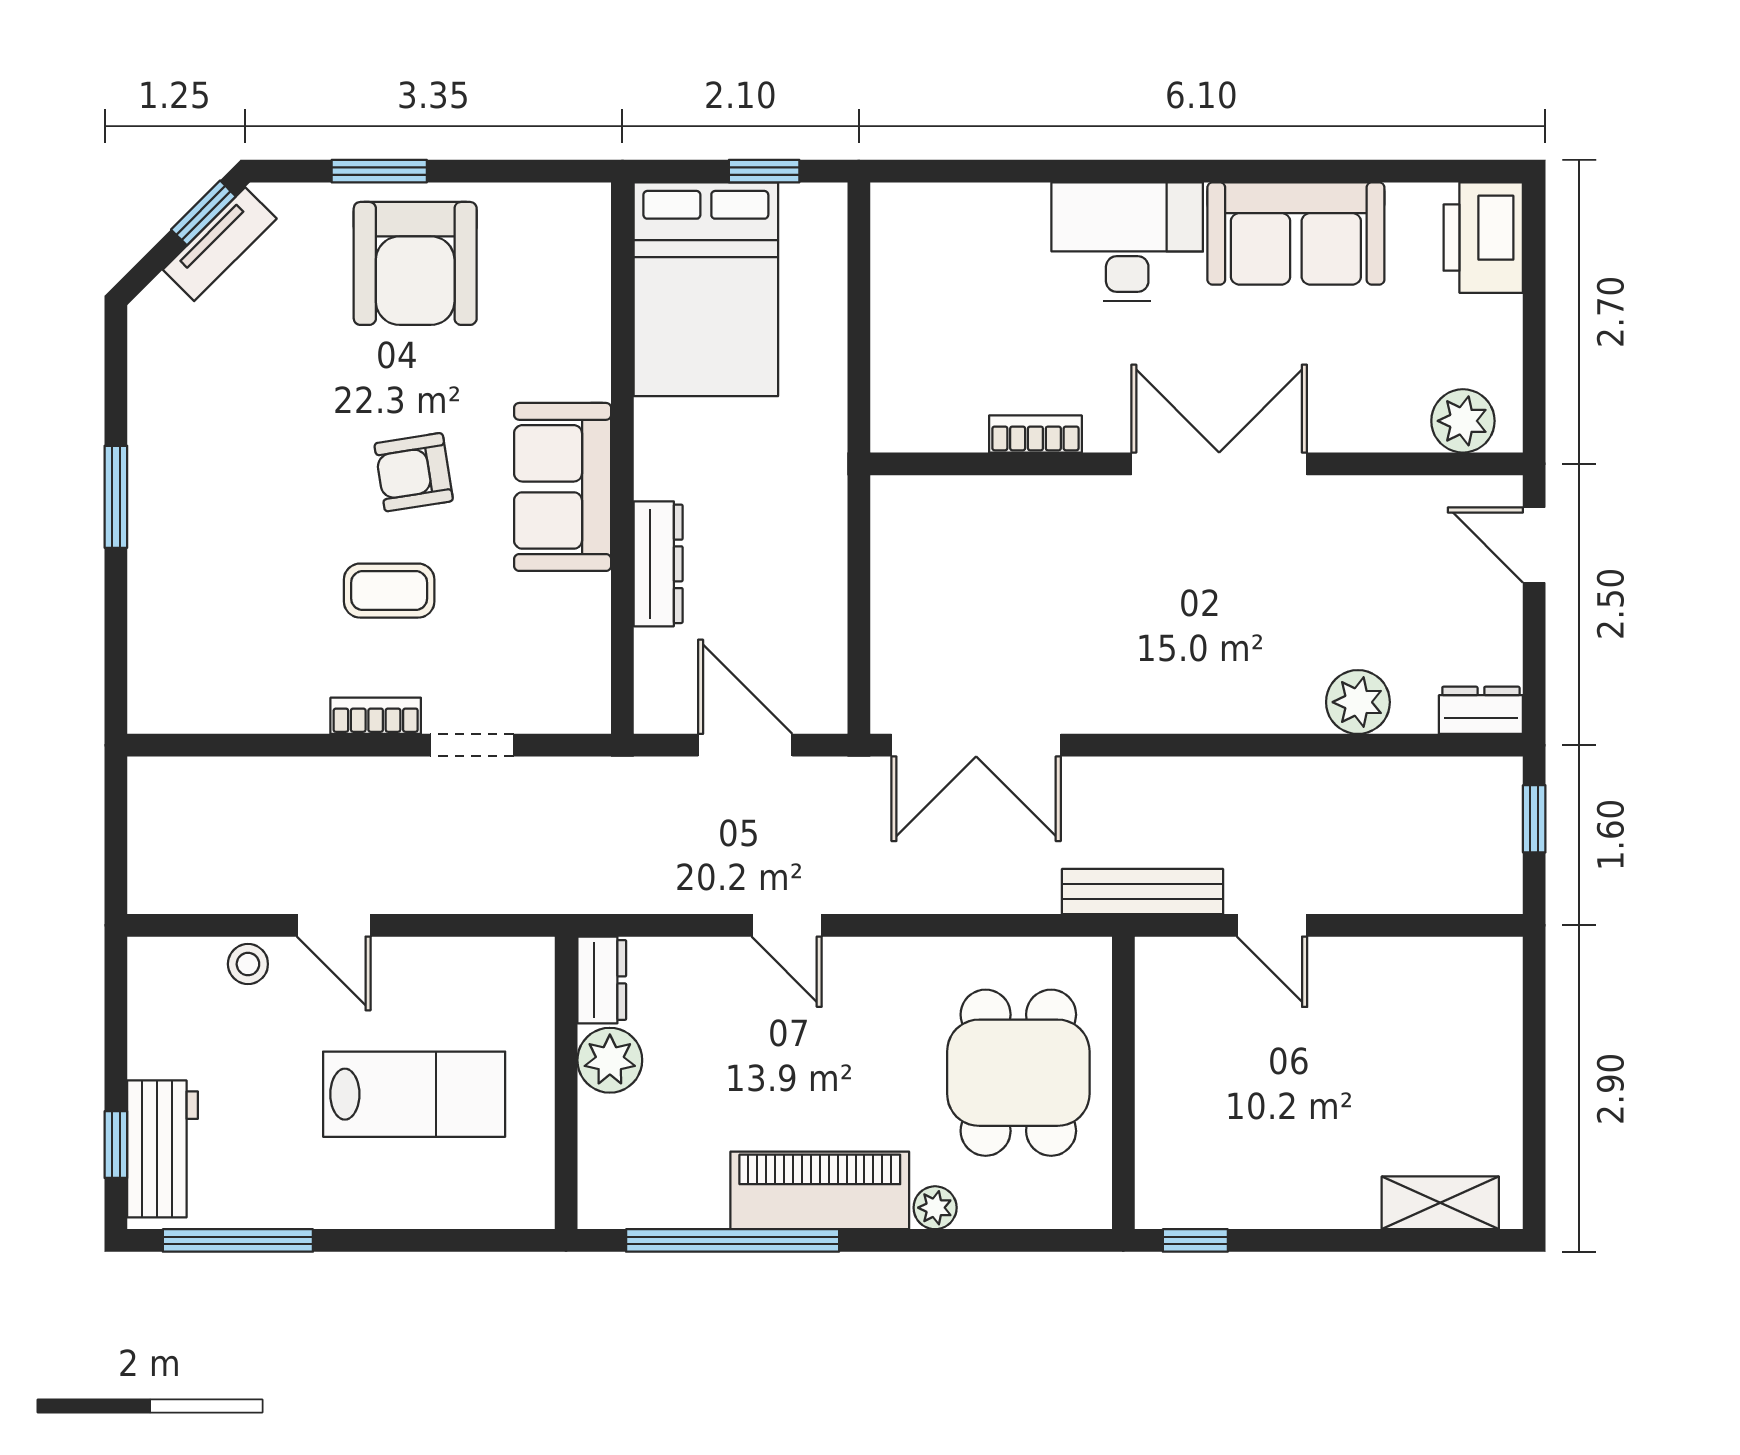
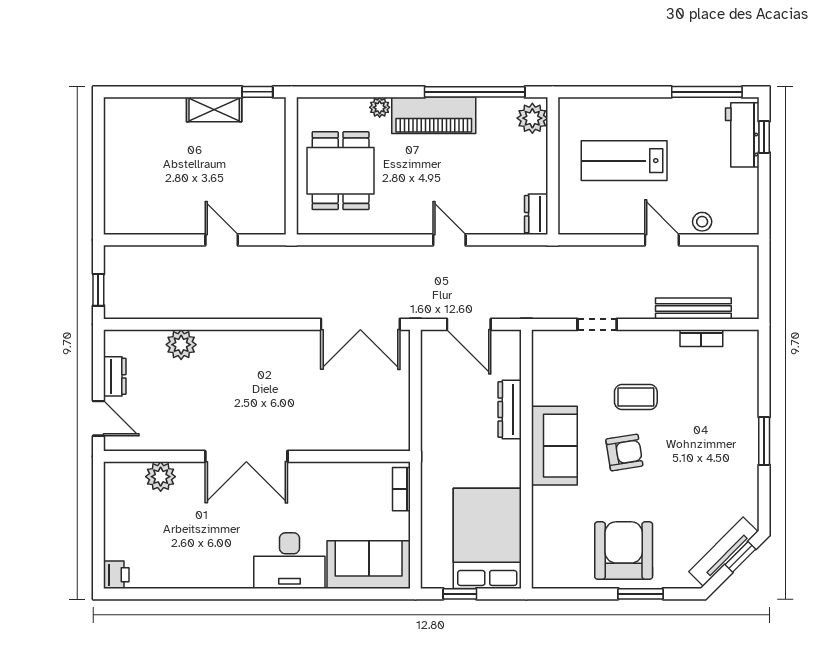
window: (203, 213) -> (740, 557), moved
sofa: (1296, 234) -> (369, 565), moved
printer: (1483, 238) -> (116, 575), width x0.53, depth x0.68
tv unit: (220, 244) -> (723, 552), width x1.41
plant: (1463, 421) -> (161, 477), moved
bookcase: (1035, 434) -> (401, 489), moved, turned 90
dresser: (1481, 710) -> (115, 376), moved, turned -90
bookcase: (376, 716) -> (701, 338), moved
double door: (976, 745) -> (360, 324), swing flipped
bench: (1142, 891) -> (693, 309), moved
plant: (610, 1060) -> (532, 118), moved
shelving: (1440, 1203) -> (214, 110), moved

